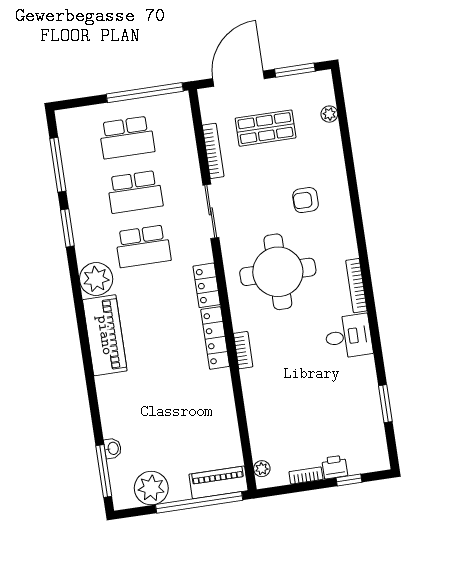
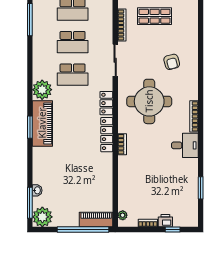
plant: (329, 114) -> (193, 14), removed
armchair: (306, 200) -> (172, 62), turned -105
window: (67, 228) -> (30, 127), moved
plant: (151, 488) -> (42, 217), moved

